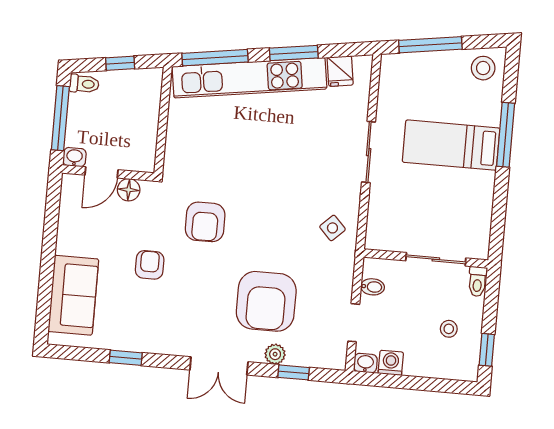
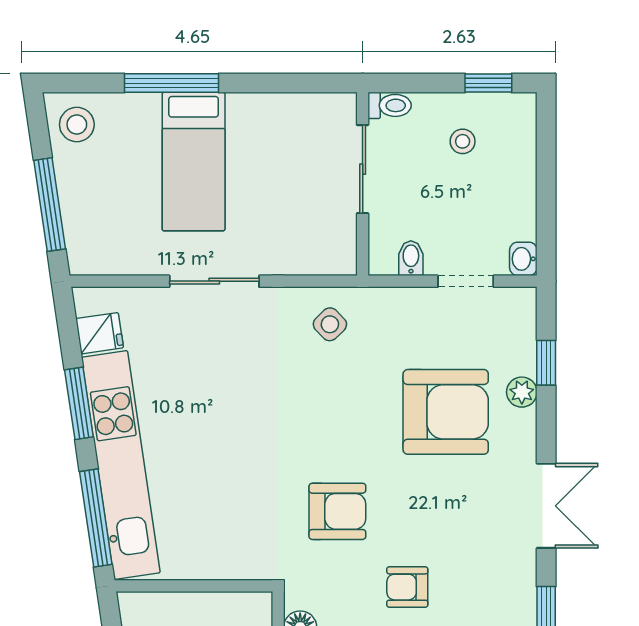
washing machine: (391, 363) -> (520, 222), removed
double door: (219, 366) -> (546, 506), moved

